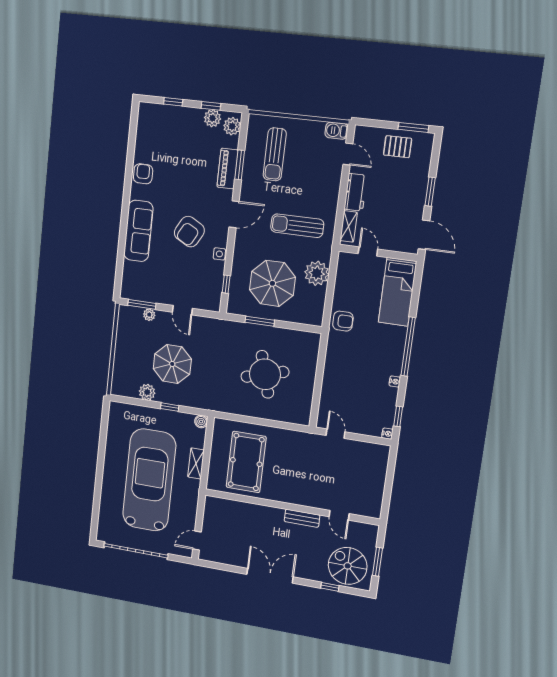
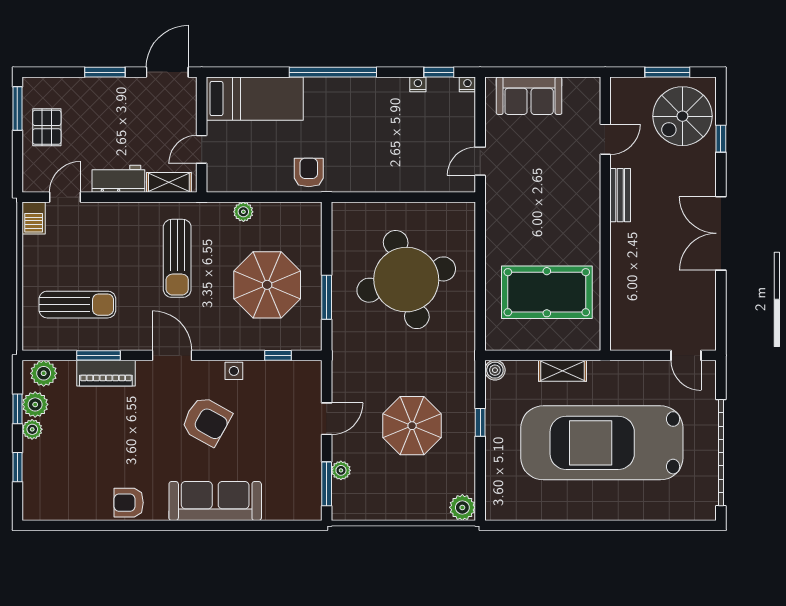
plant: (196, 114) -> (32, 429), added
plant: (317, 273) -> (243, 212), width x0.53, depth x0.53
round table: (265, 374) -> (406, 280), width x1.36, depth x1.36
nightstand: (395, 382) -> (418, 84), moved
plant: (147, 392) -> (462, 507), moved
sofa: (374, 472) -> (529, 96), added

